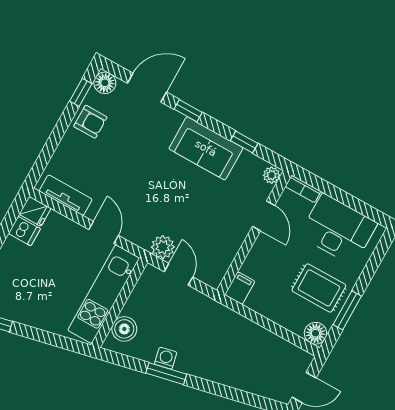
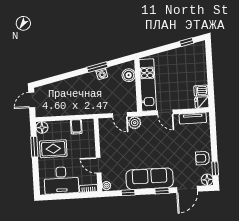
sofa: (206, 148) -> (150, 179), width x1.36
filing cabinet: (240, 288) -> (76, 127), moved

